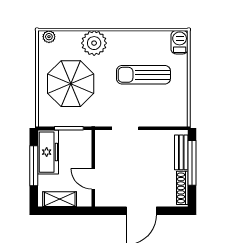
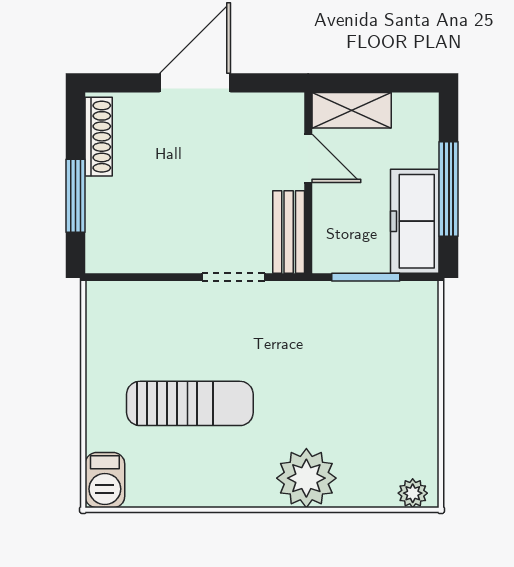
parasol: (71, 84) -> (361, 383), removed
bench: (181, 152) -> (289, 232), moved
window: (192, 163) -> (75, 196), width x0.69
shelving: (60, 199) -> (352, 110), moved

